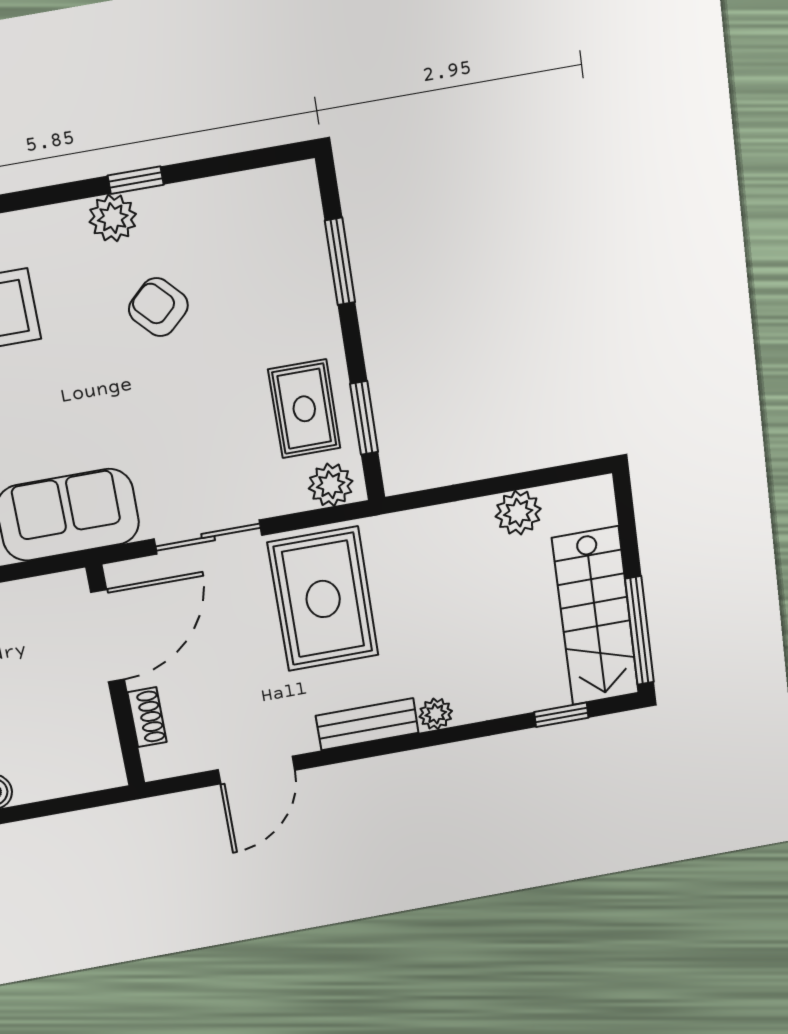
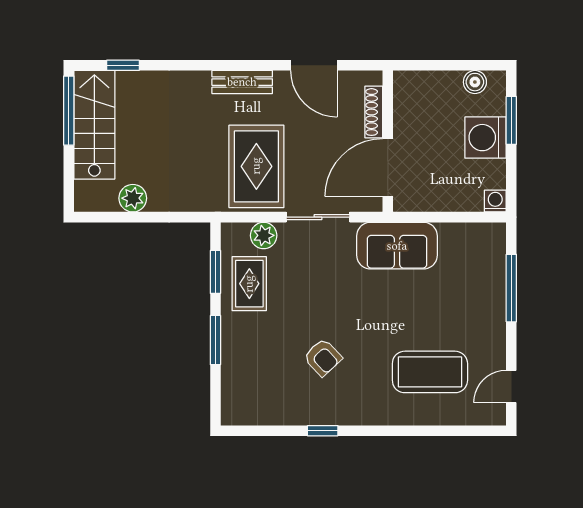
plant: (113, 218) -> (339, 412), removed
window: (340, 261) -> (215, 340), moved
plant: (331, 485) -> (264, 235), moved
plant: (436, 714) -> (200, 81), removed
shoe rack: (147, 717) -> (374, 112), width x1.43
door: (256, 770) -> (314, 65), swing flipped

